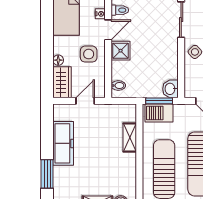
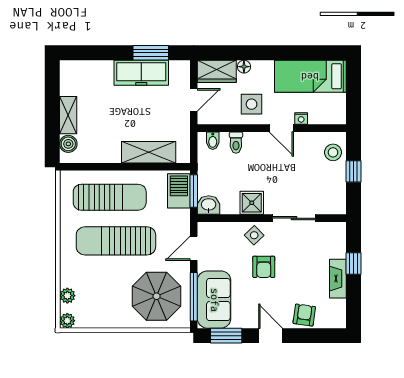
toilet: (120, 10) -> (236, 143), moved
shower: (121, 51) -> (252, 203), moved
door: (85, 101) -> (194, 100), hinge flipped
shelving: (130, 137) -> (149, 152), width x1.50, depth x1.33
window: (47, 174) -> (151, 53), moved

